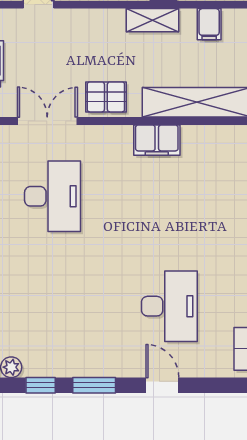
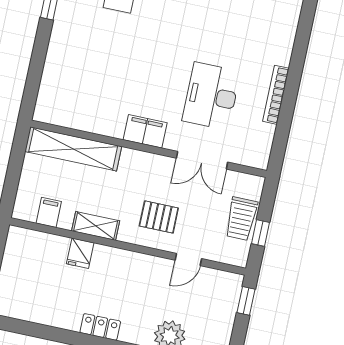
pallet: (106, 97) -> (159, 217), moved
filing cabinet: (157, 140) -> (145, 131), moved

